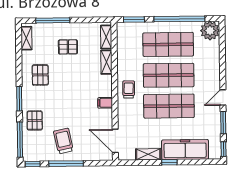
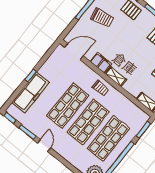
shelving: (106, 62) -> (116, 77), moved
filing cabinet: (105, 103) -> (101, 63), width x2.00
shelving: (148, 154) -> (47, 66), removed

